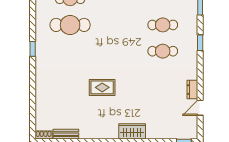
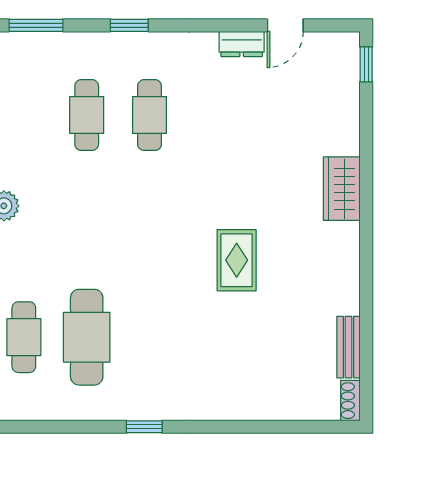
door: (200, 108) -> (285, 25), hinge flipped

